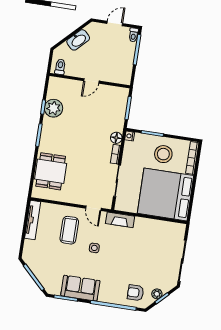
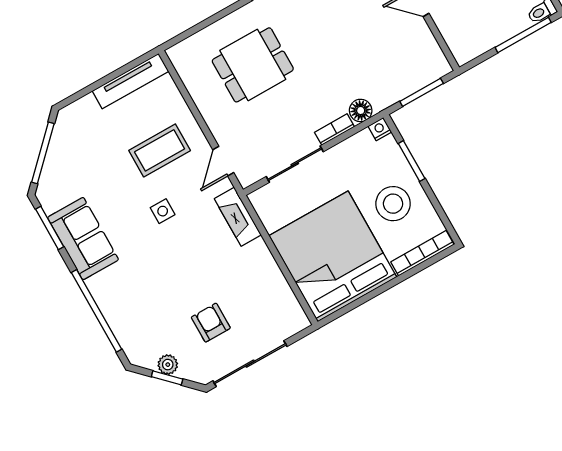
dining table: (51, 171) -> (253, 65), moved
armchair: (135, 293) -> (211, 323), moved

